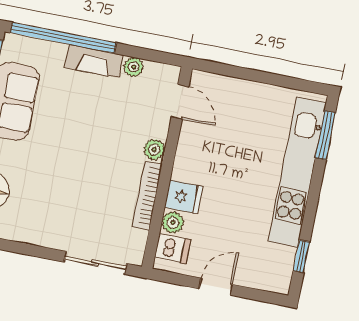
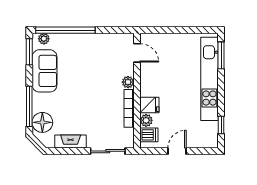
fireplace: (94, 61) -> (71, 142), moved, turned 180
plant: (134, 67) -> (44, 39), moved

